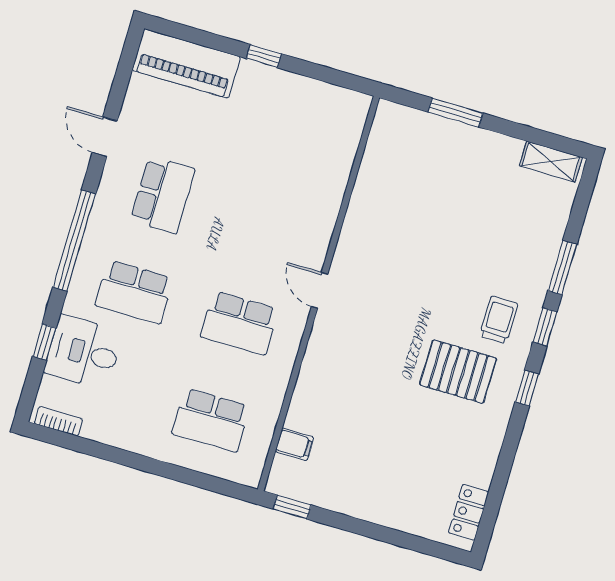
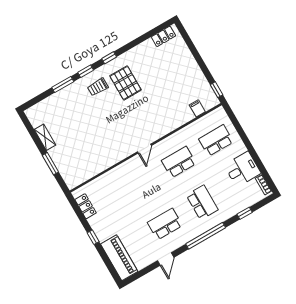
locker: (327, 97) -> (86, 206), added
shelving: (551, 162) -> (45, 137), moved
school desk: (239, 323) -> (179, 162), turned -90
desk: (84, 352) -> (242, 169), moved, turned -90
school desk: (211, 420) -> (216, 140), turned -90

